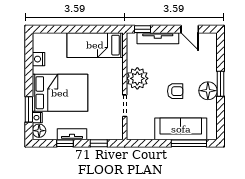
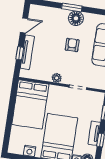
window: (143, 29) -> (20, 53), moved
bed: (95, 45) -> (30, 104), width x1.50
plant: (137, 78) -> (57, 78), width x0.53, depth x0.53

